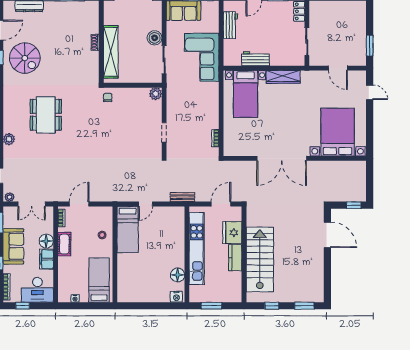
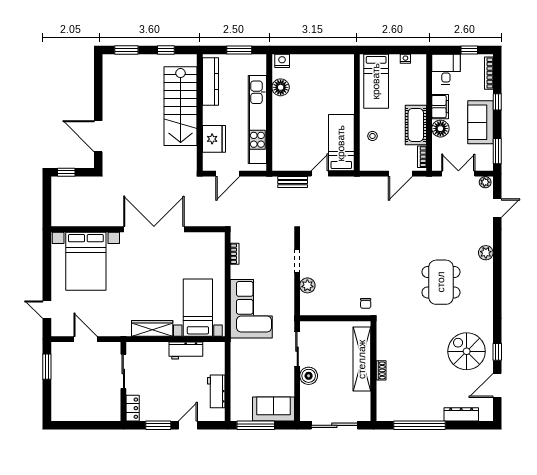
corner sofa: (202, 57) -> (251, 309), moved
plant: (156, 94) -> (307, 285), moved
bench: (182, 197) -> (293, 182), moved
cot: (64, 244) -> (416, 125), width x1.37, depth x1.34
kitchen counter: (235, 258) -> (210, 81), moved, width x1.50
desk: (37, 290) -> (446, 69), width x0.73

